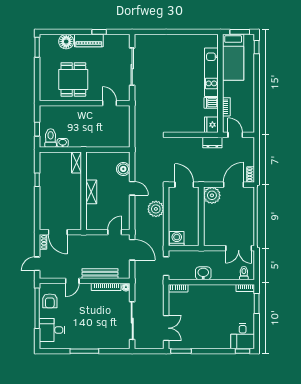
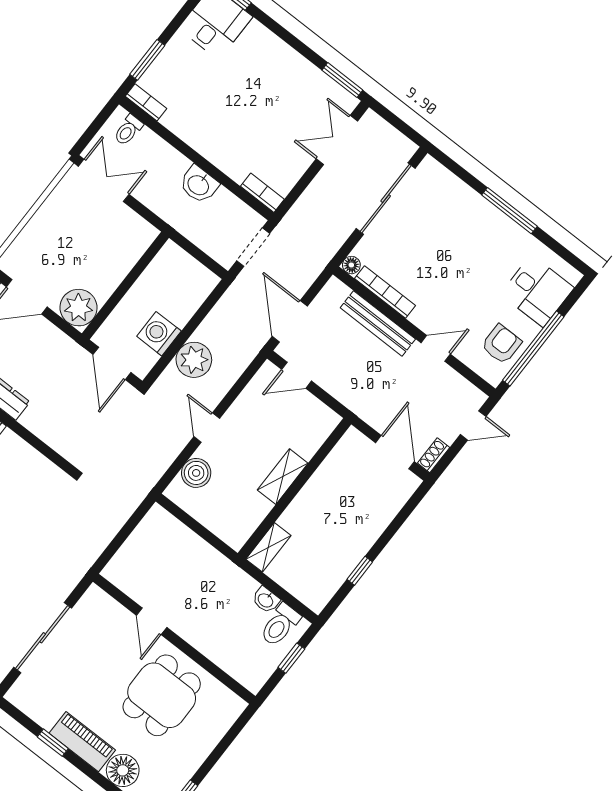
door: (109, 103) -> (152, 621), moved
washing machine: (177, 239) -> (159, 334), moved, turned 90

